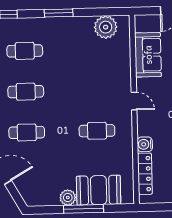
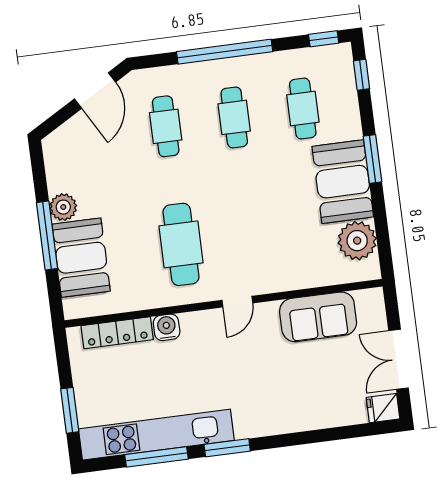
booth: (70, 32) -> (343, 182), added
cafe table: (97, 131) -> (181, 244), width x1.37, depth x1.35

